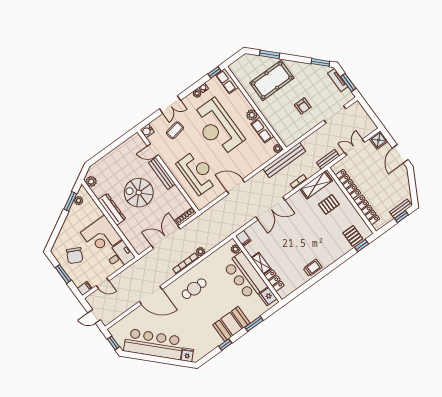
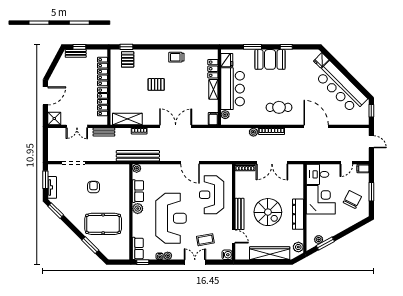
wardrobe: (112, 159) -> (270, 253), added
pallet: (329, 204) -> (156, 84), moved
door: (102, 283) -> (346, 163), swing flipped

